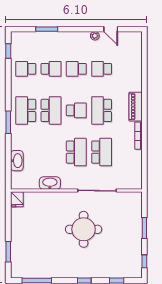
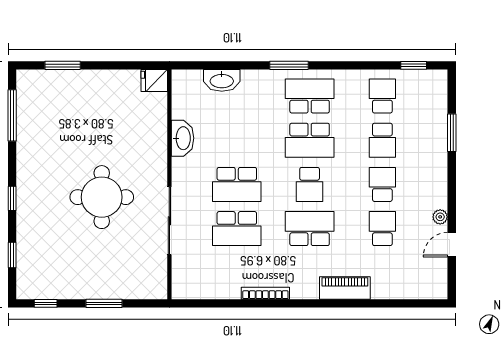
piano: (136, 107) -> (345, 288), moved

